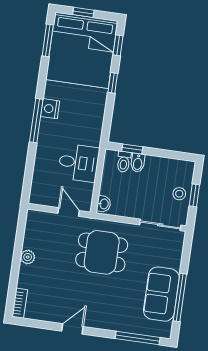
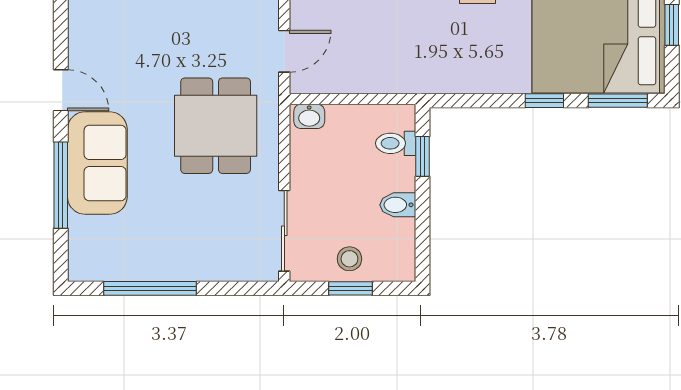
window: (118, 45) -> (618, 101), width x1.50
desk: (79, 163) -> (382, 57), removed
bidet: (138, 163) -> (398, 205), moved
sofa: (161, 294) -> (97, 163), moved, turned 90
window: (138, 338) -> (61, 185), moved

